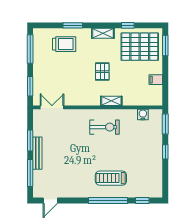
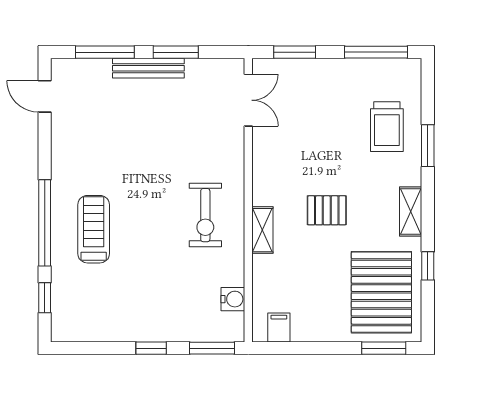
filing cabinet: (156, 80) -> (279, 327), moved

